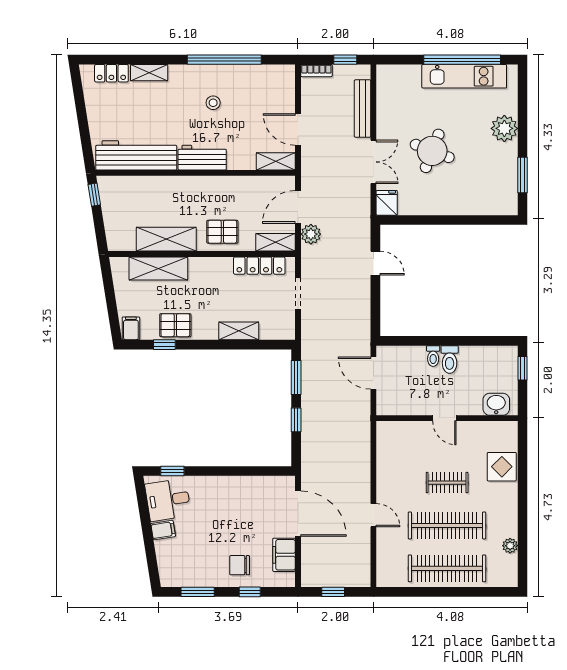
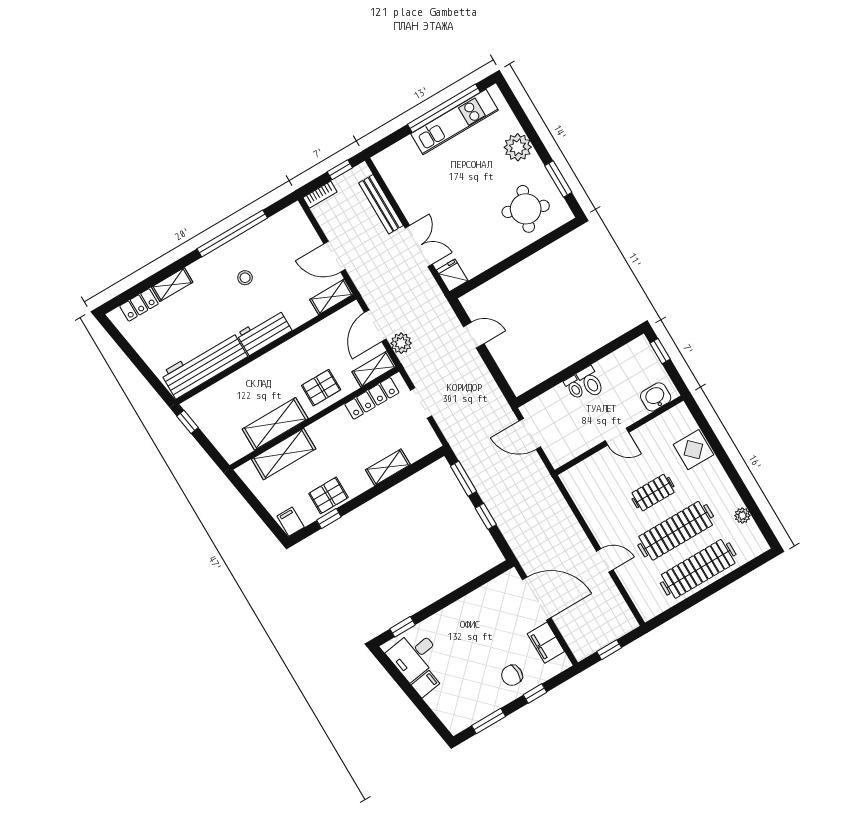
round table: (432, 151) -> (526, 209), moved

